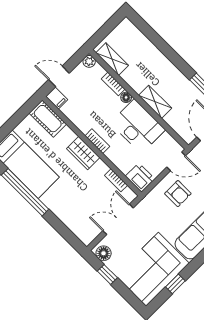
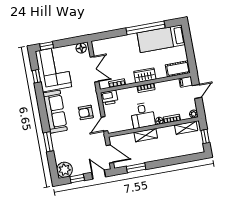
window: (107, 29) -> (205, 136), added
desk: (138, 126) -> (143, 115), width x0.73
window: (107, 274) -> (47, 46), moved

